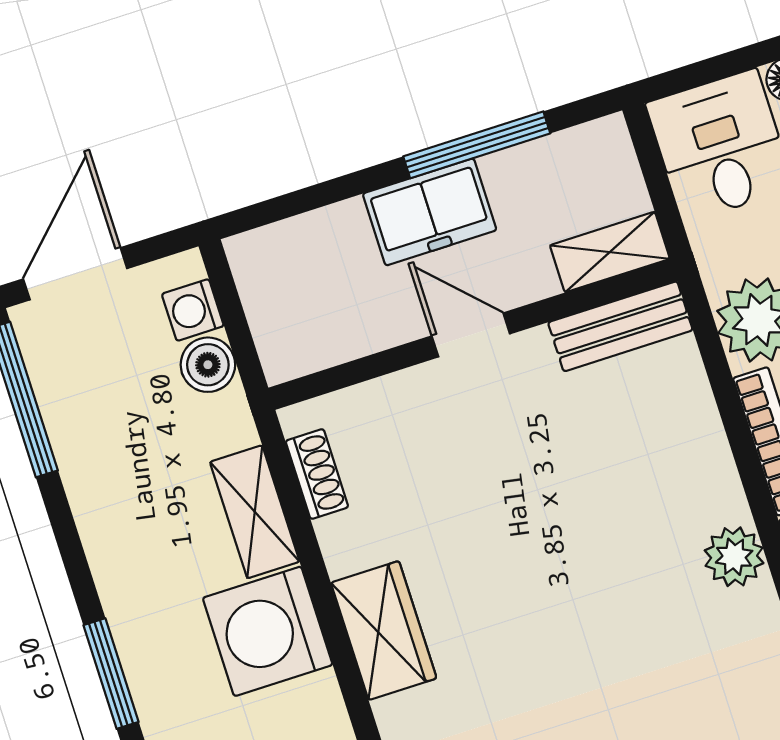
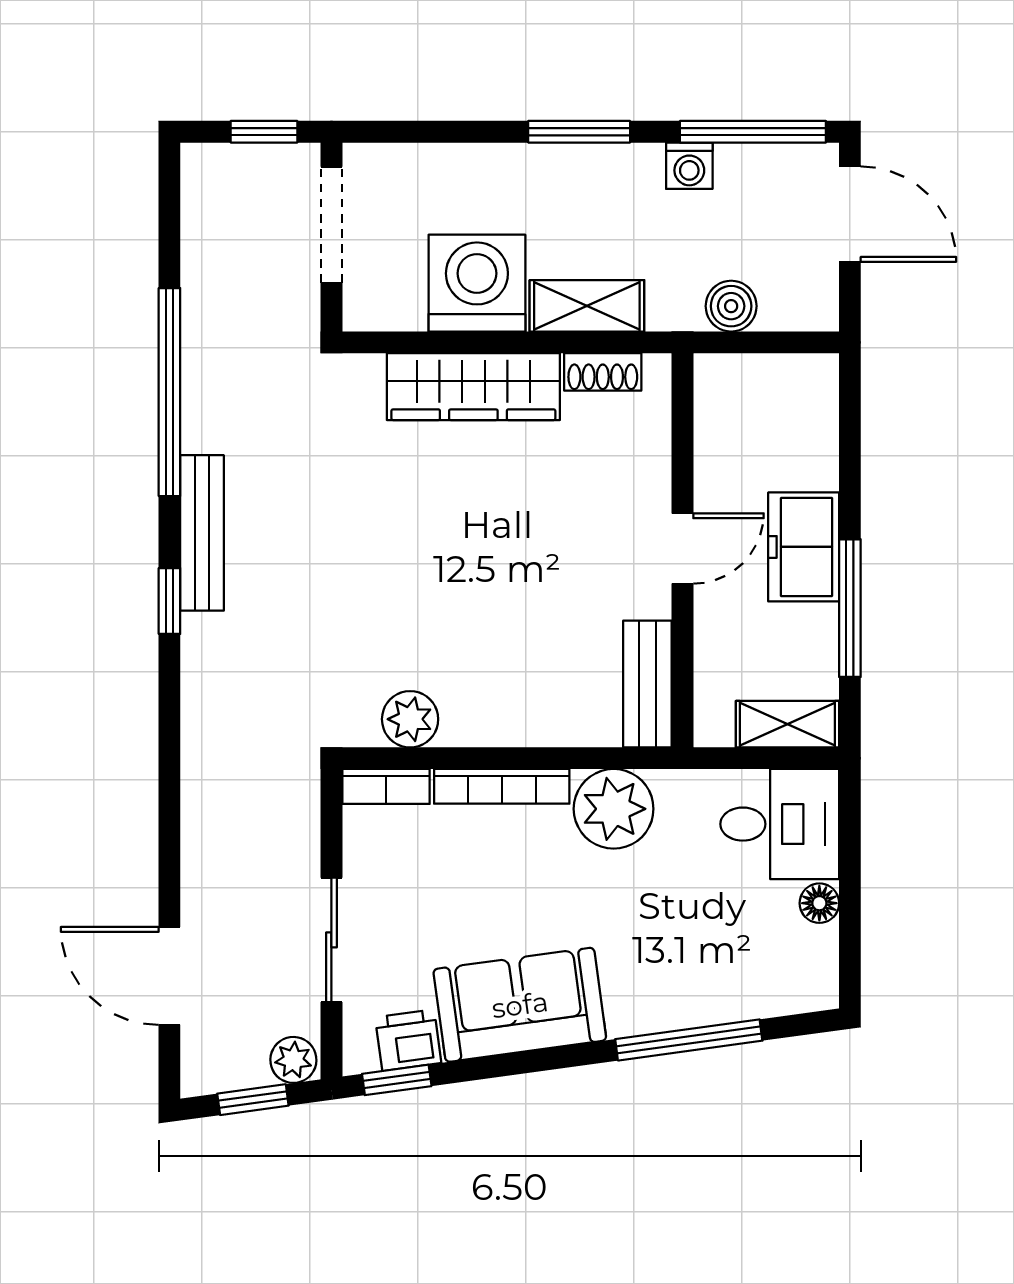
shelving: (610, 252) -> (787, 724), moved, turned 90
washing machine: (193, 310) -> (689, 166), moved, turned 180
wardrobe: (384, 630) -> (473, 387), width x1.50
window: (111, 674) -> (579, 132), moved

